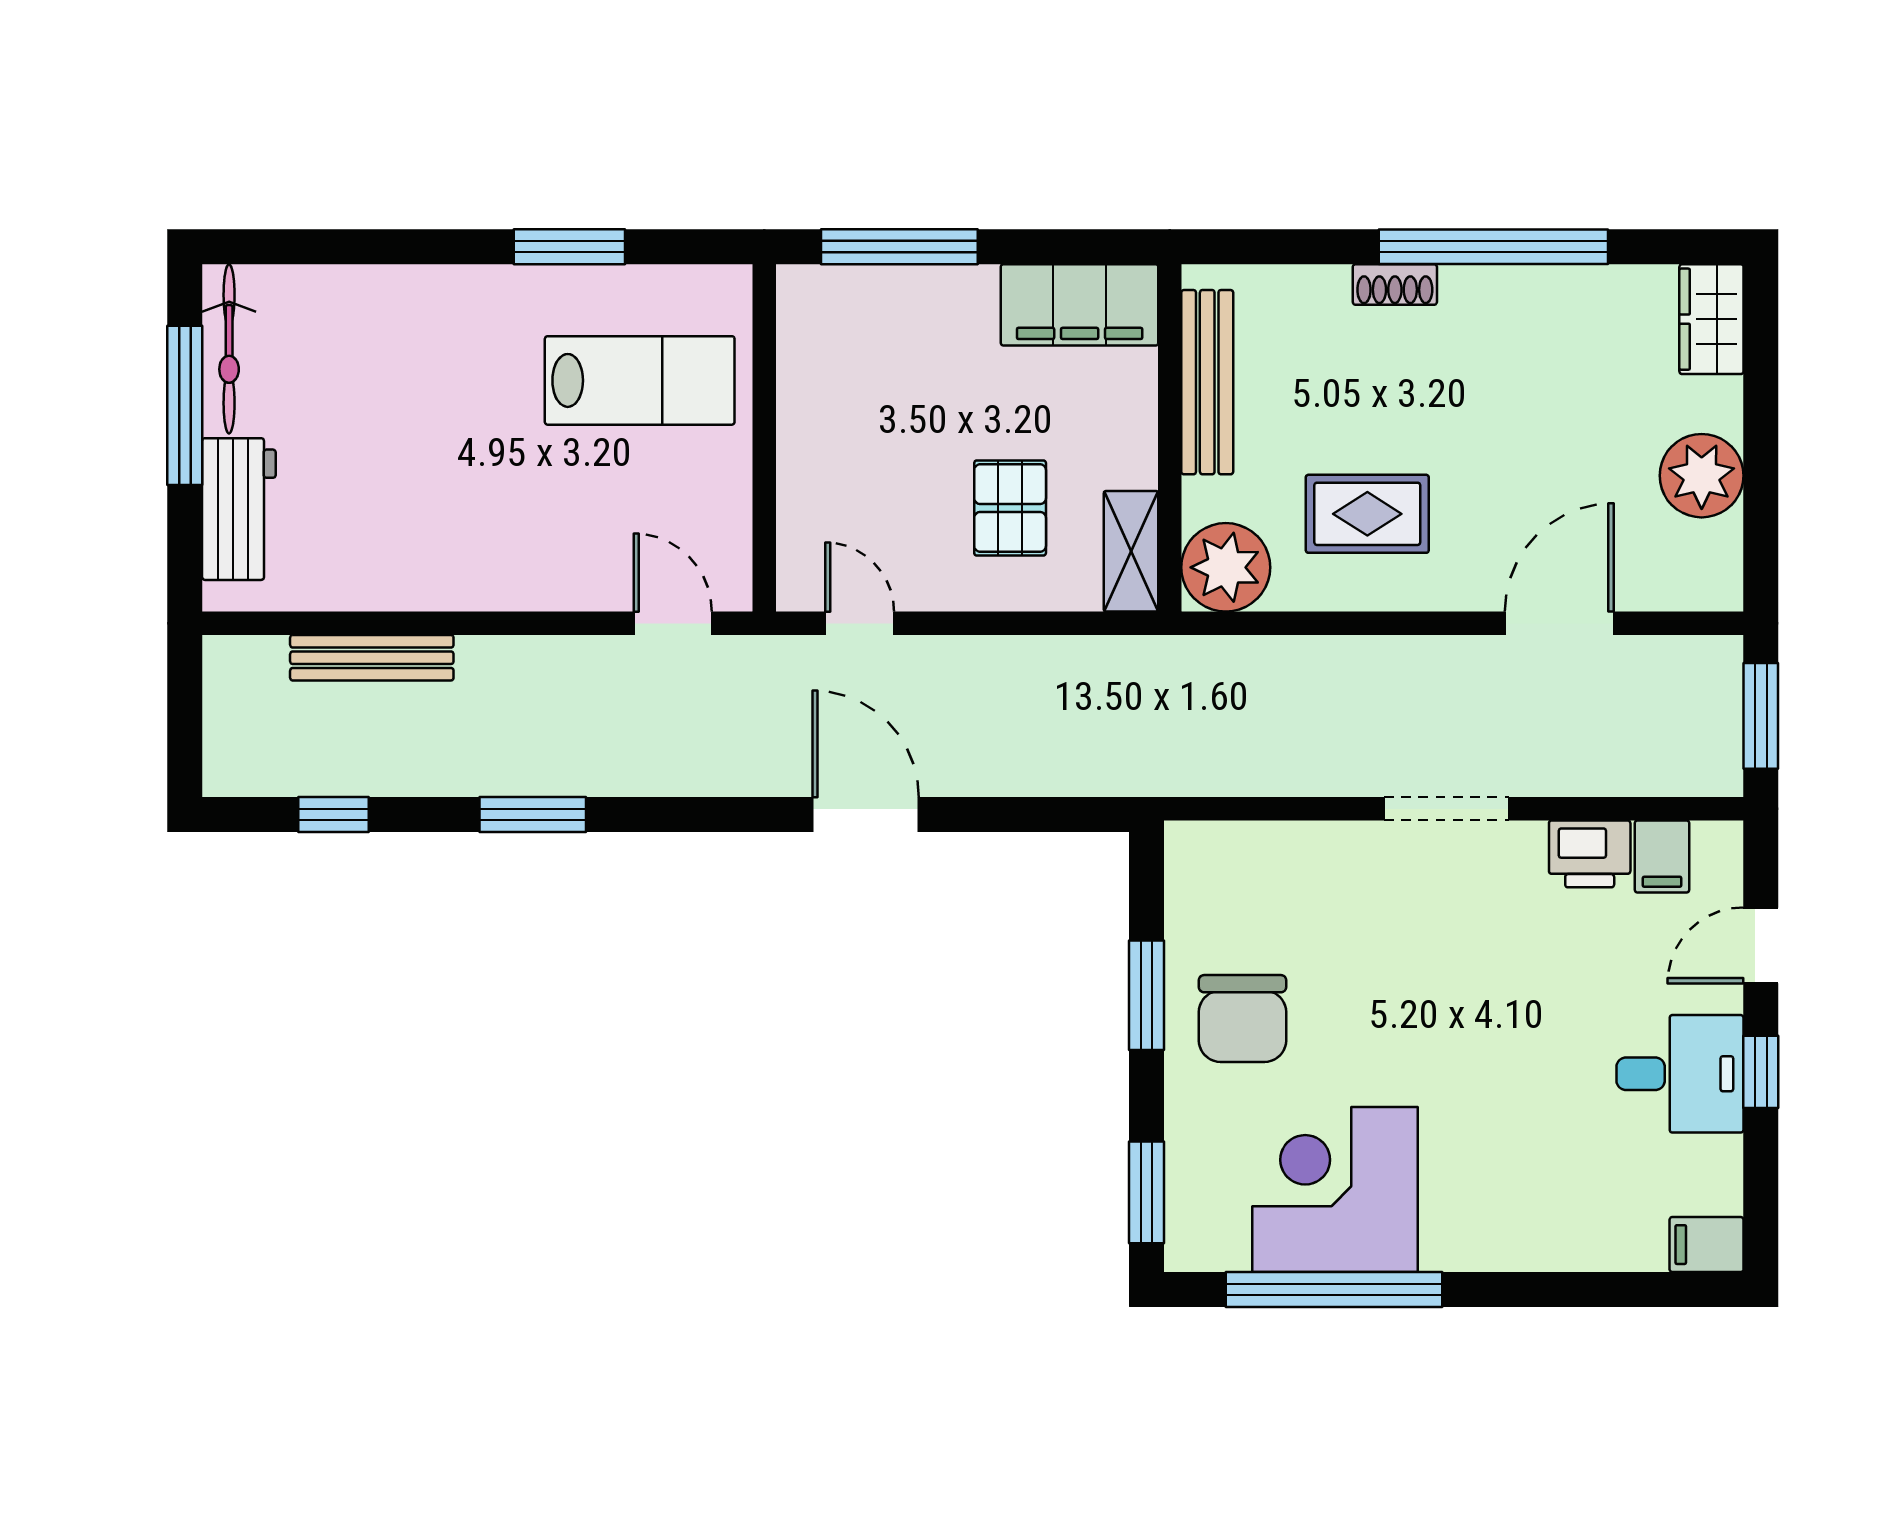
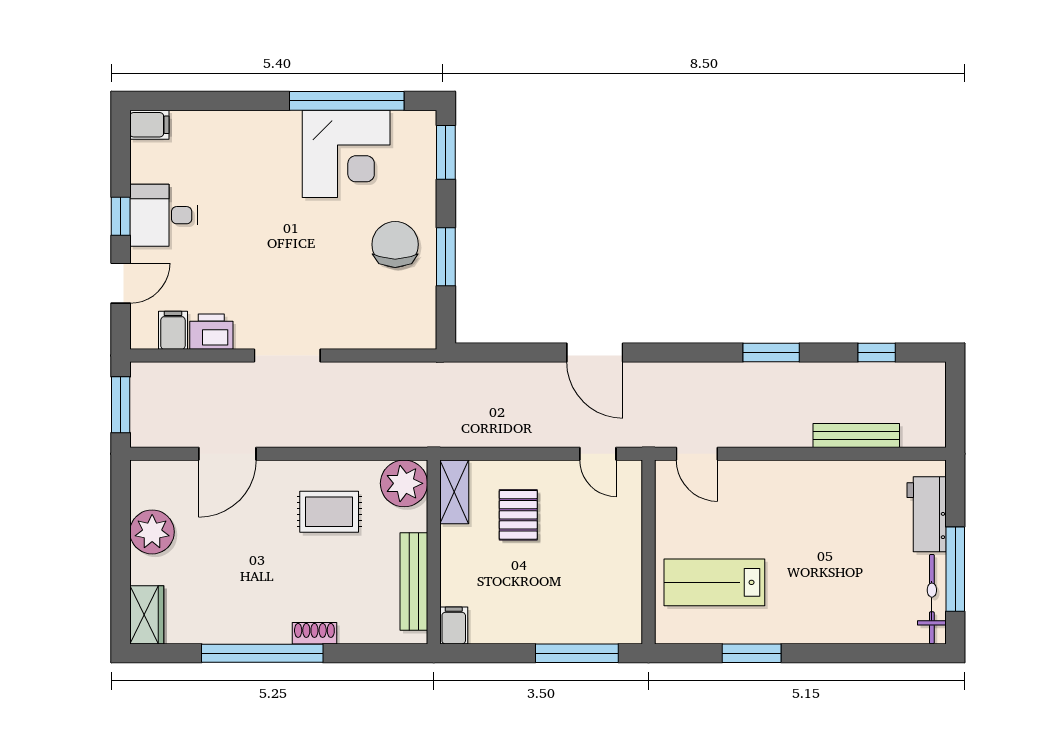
filing cabinet: (1080, 305) -> (454, 625), width x0.33, depth x0.86

